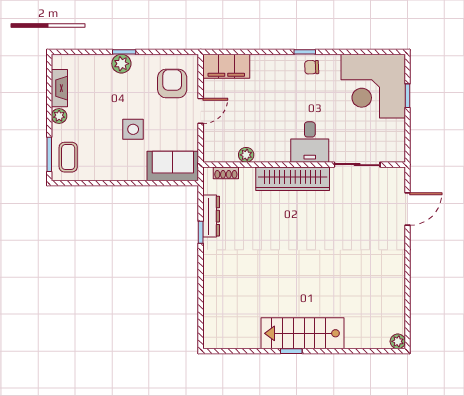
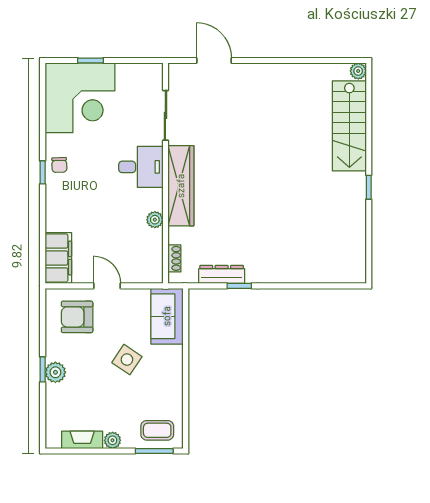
side table: (133, 129) -> (127, 360), turned 34
plant: (246, 155) -> (155, 220), moved
stairs: (302, 333) -> (349, 126), moved

